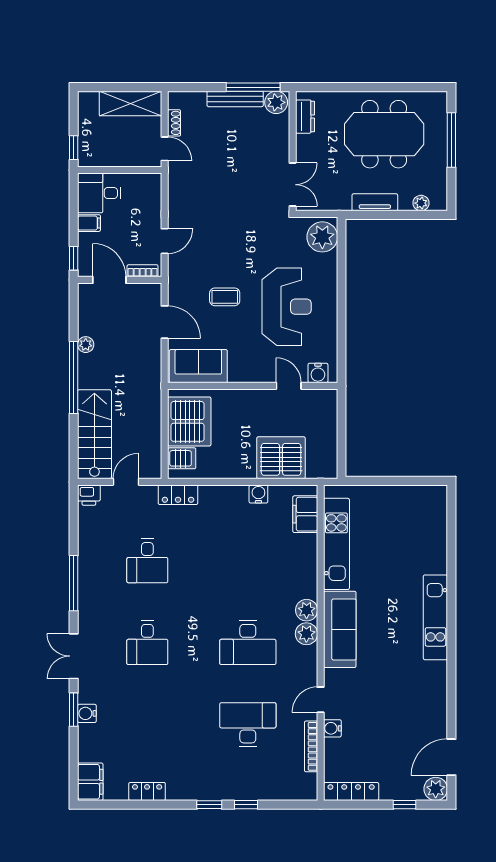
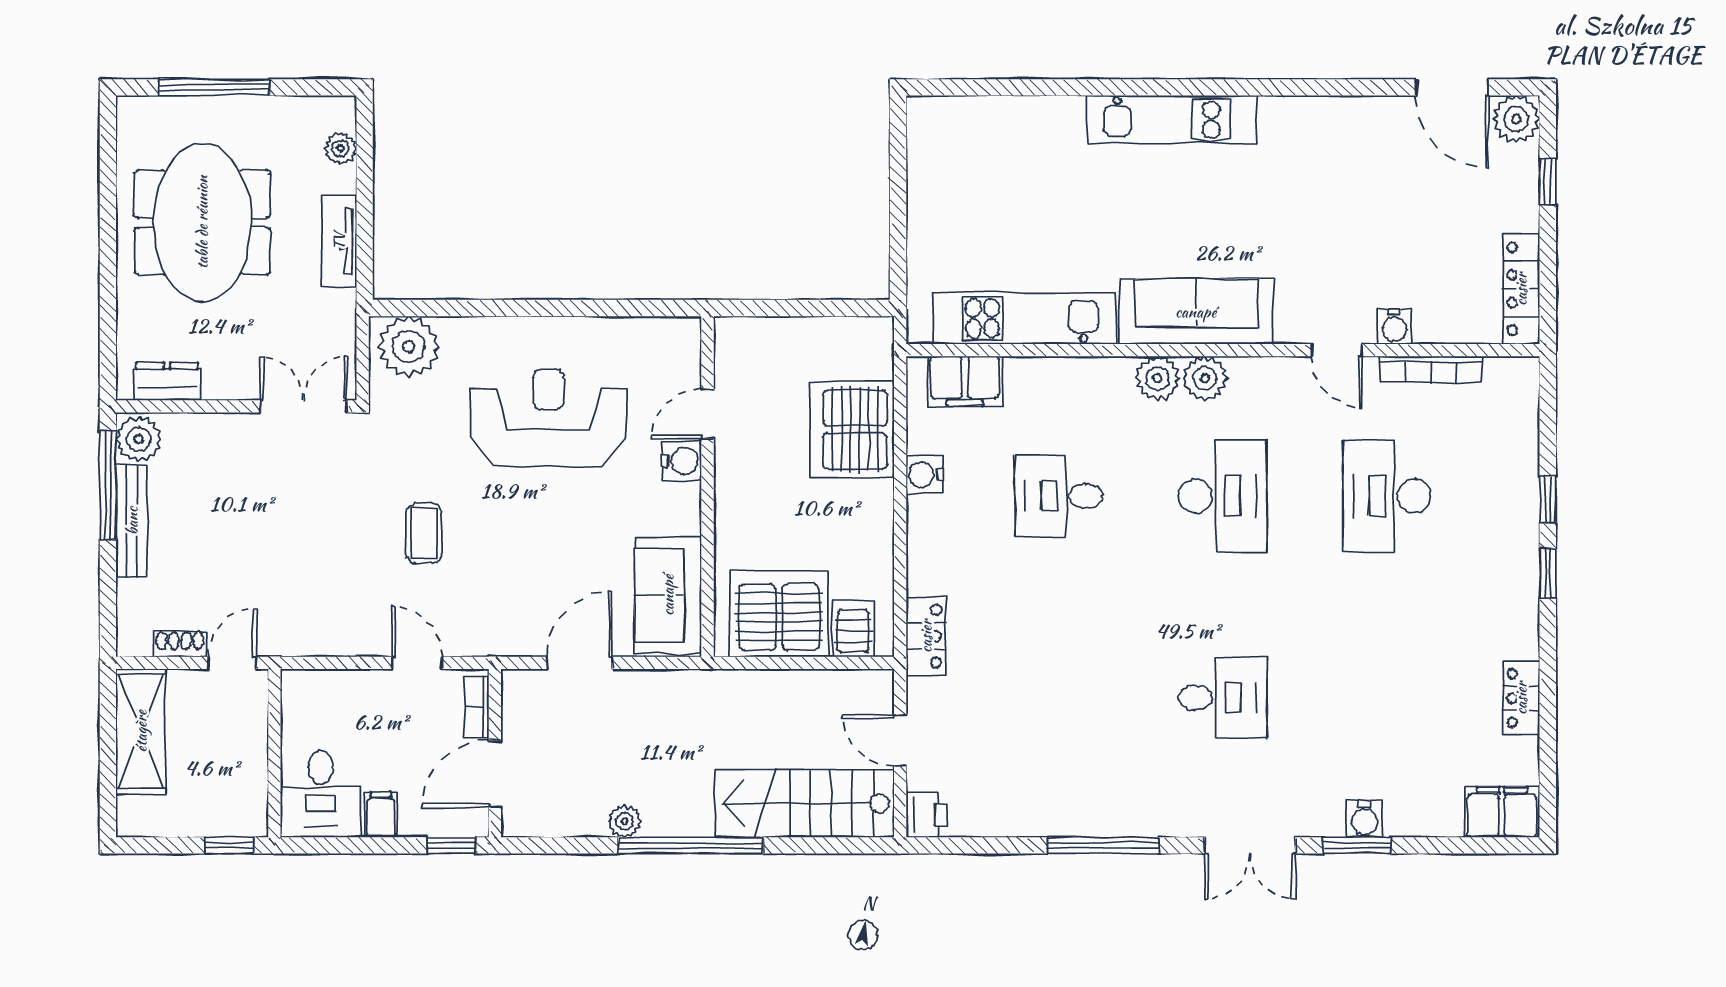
coffee table: (225, 297) -> (424, 533), moved
water cooler: (318, 373) -> (682, 461), moved
desk: (147, 561) -> (1059, 496), moved, turned 180

